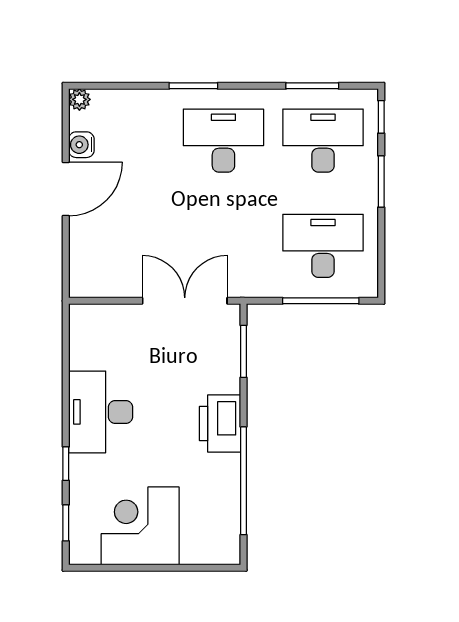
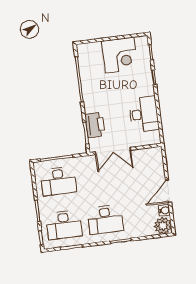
plant: (79, 99) -> (163, 226), width x1.88, depth x1.88
desk: (101, 412) -> (144, 114), moved
printer: (220, 424) -> (95, 125), moved

